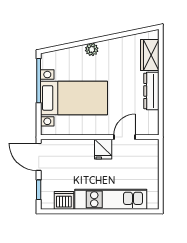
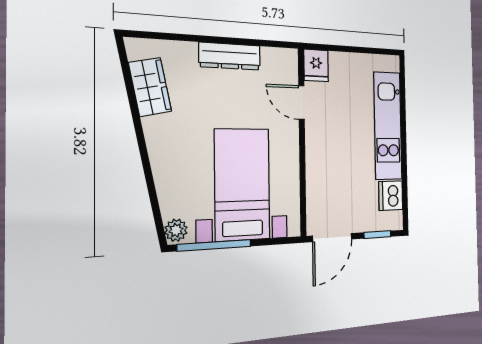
plant: (92, 49) -> (176, 230), moved
wardrobe: (150, 55) -> (150, 87), moved, turned -102
fridge: (103, 149) -> (316, 65), moved, turned 90

